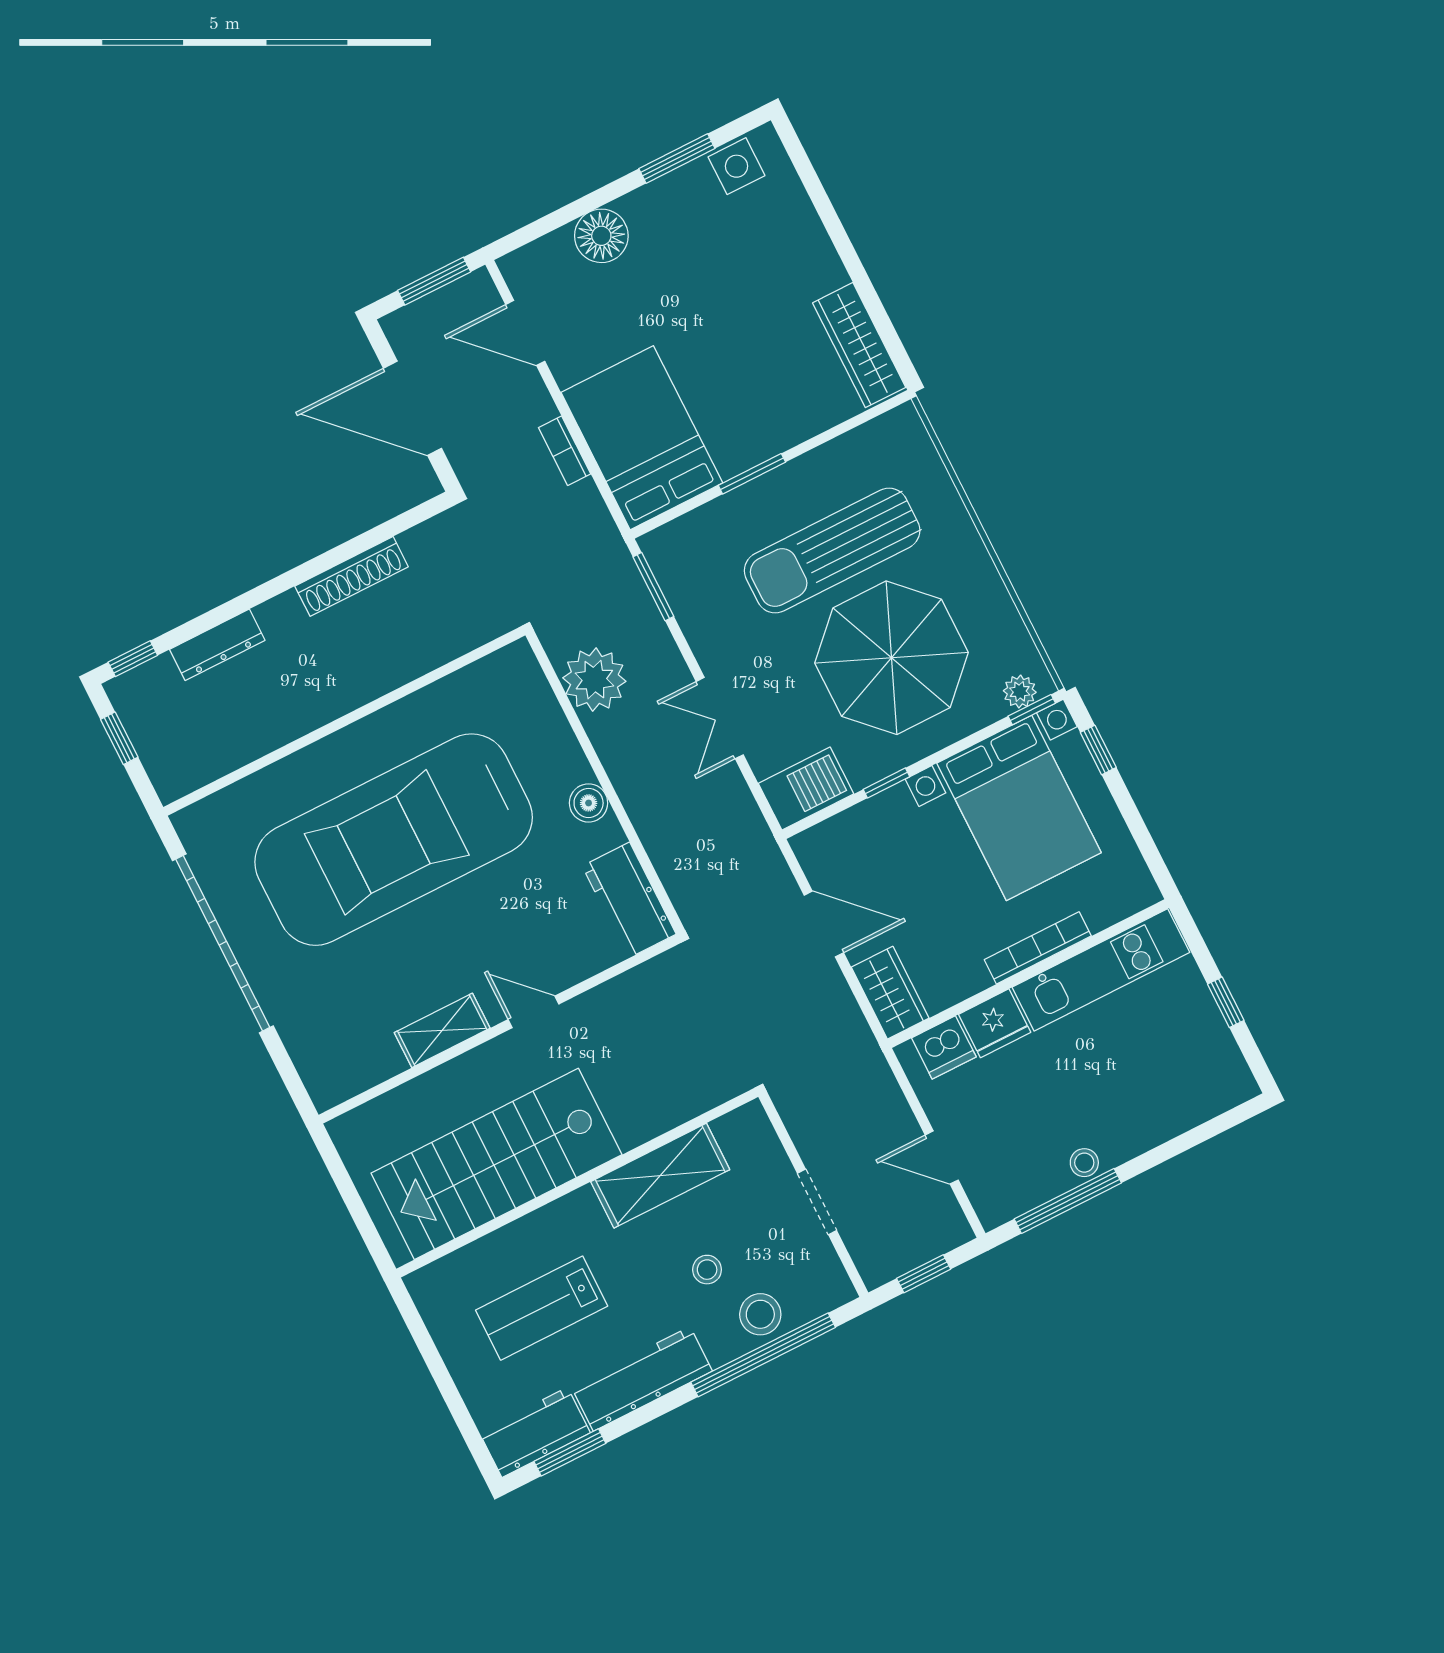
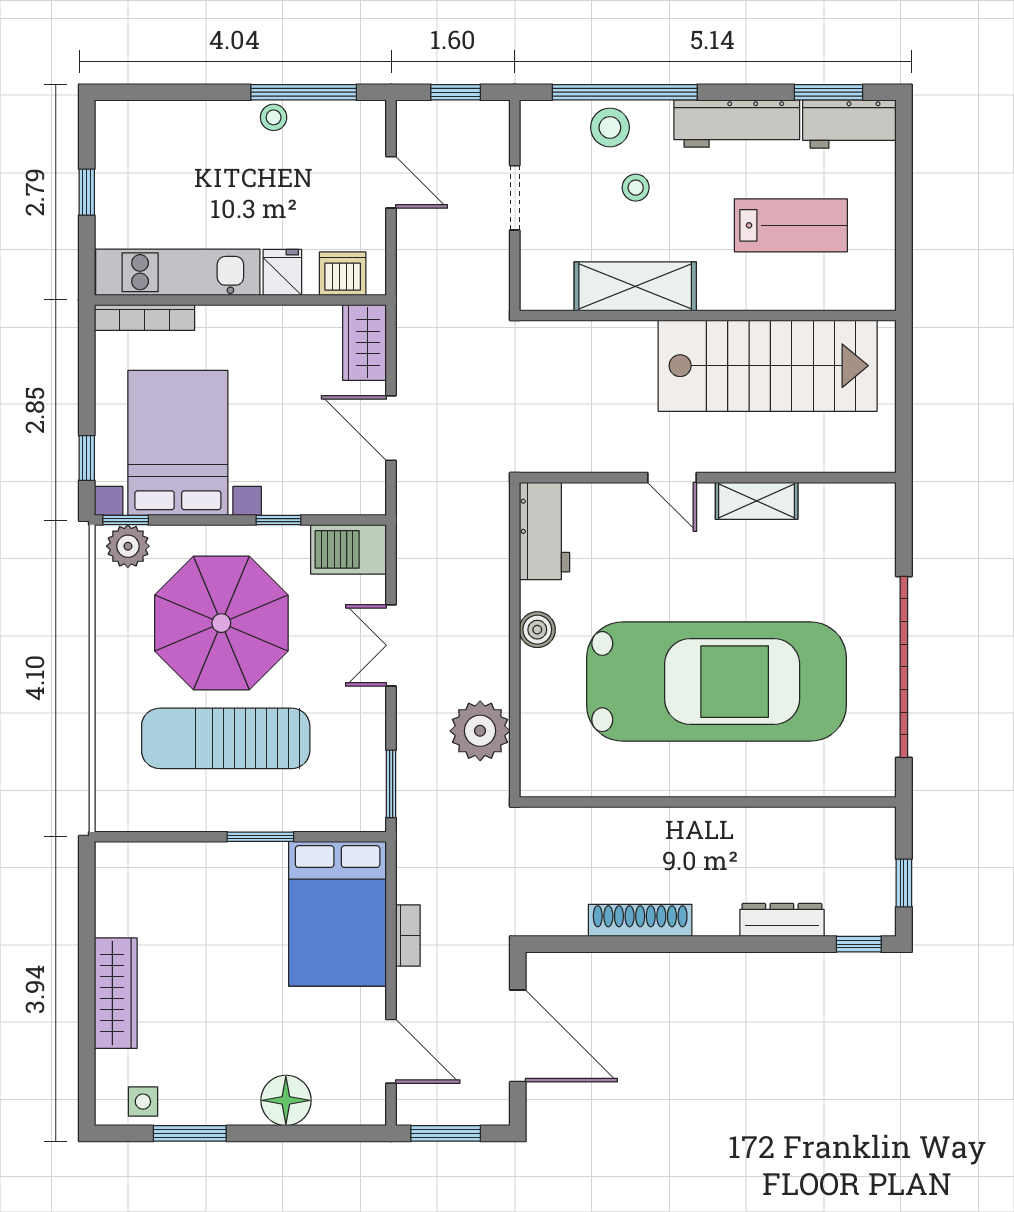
side table: (737, 166) -> (143, 1102), width x0.73, depth x0.73
wardrobe: (859, 345) -> (116, 993), moved
sun lounger: (832, 551) -> (226, 738), turned 180
plant: (1020, 692) -> (128, 546), width x1.38, depth x1.38
double door: (720, 718) -> (391, 645), swing flipped
bookcase: (1038, 948) -> (145, 317), moved
fridge: (995, 1023) -> (282, 272), width x0.72

